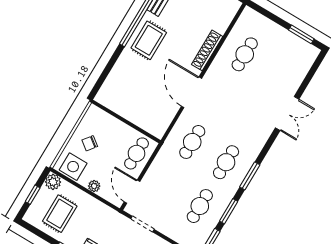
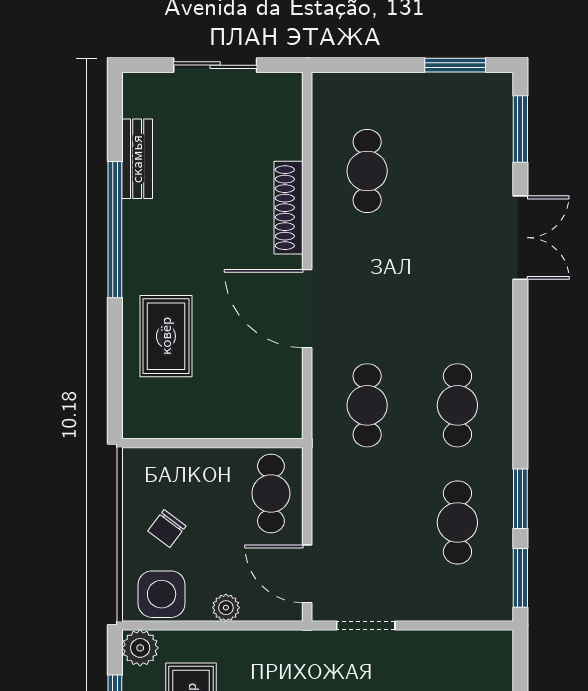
rug: (149, 40) -> (166, 336), moved
window: (250, 176) -> (520, 129), moved

